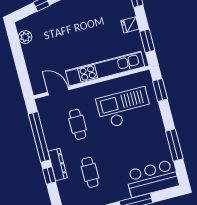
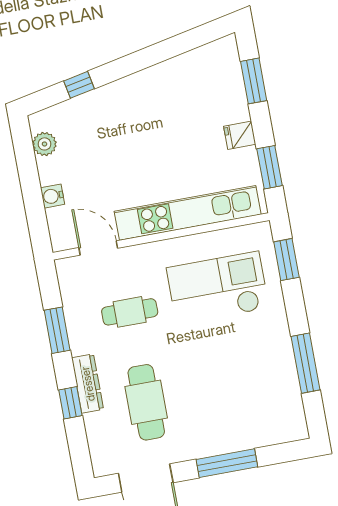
water cooler: (32, 65) -> (53, 196), added
cafe table: (78, 124) -> (130, 312), turned 90
window: (39, 137) -> (57, 330), width x0.47
cafe table: (90, 172) -> (146, 402), width x1.37, depth x1.35
bar counter: (152, 178) -> (260, 422), removed

